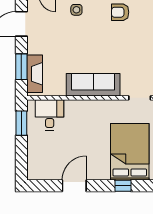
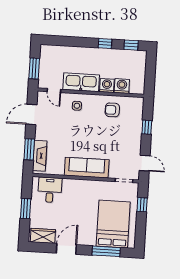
window: (21, 123) -> (26, 209), moved
wardrobe: (45, 172) -> (43, 236), added
window: (123, 186) -> (106, 251), width x2.17

